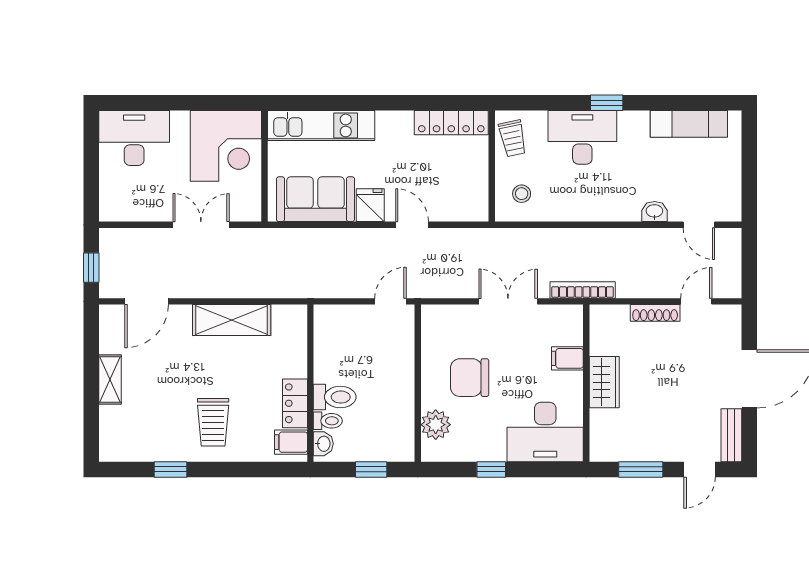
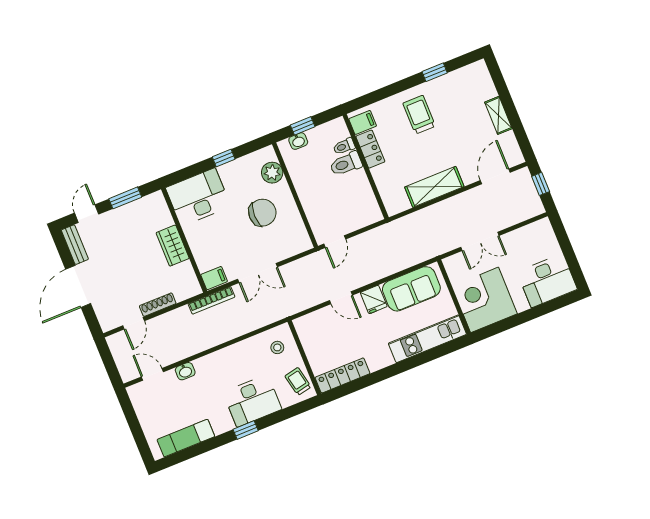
filing cabinet: (567, 358) -> (214, 278), moved
washbasin: (323, 444) -> (298, 141), moved, turned -90

